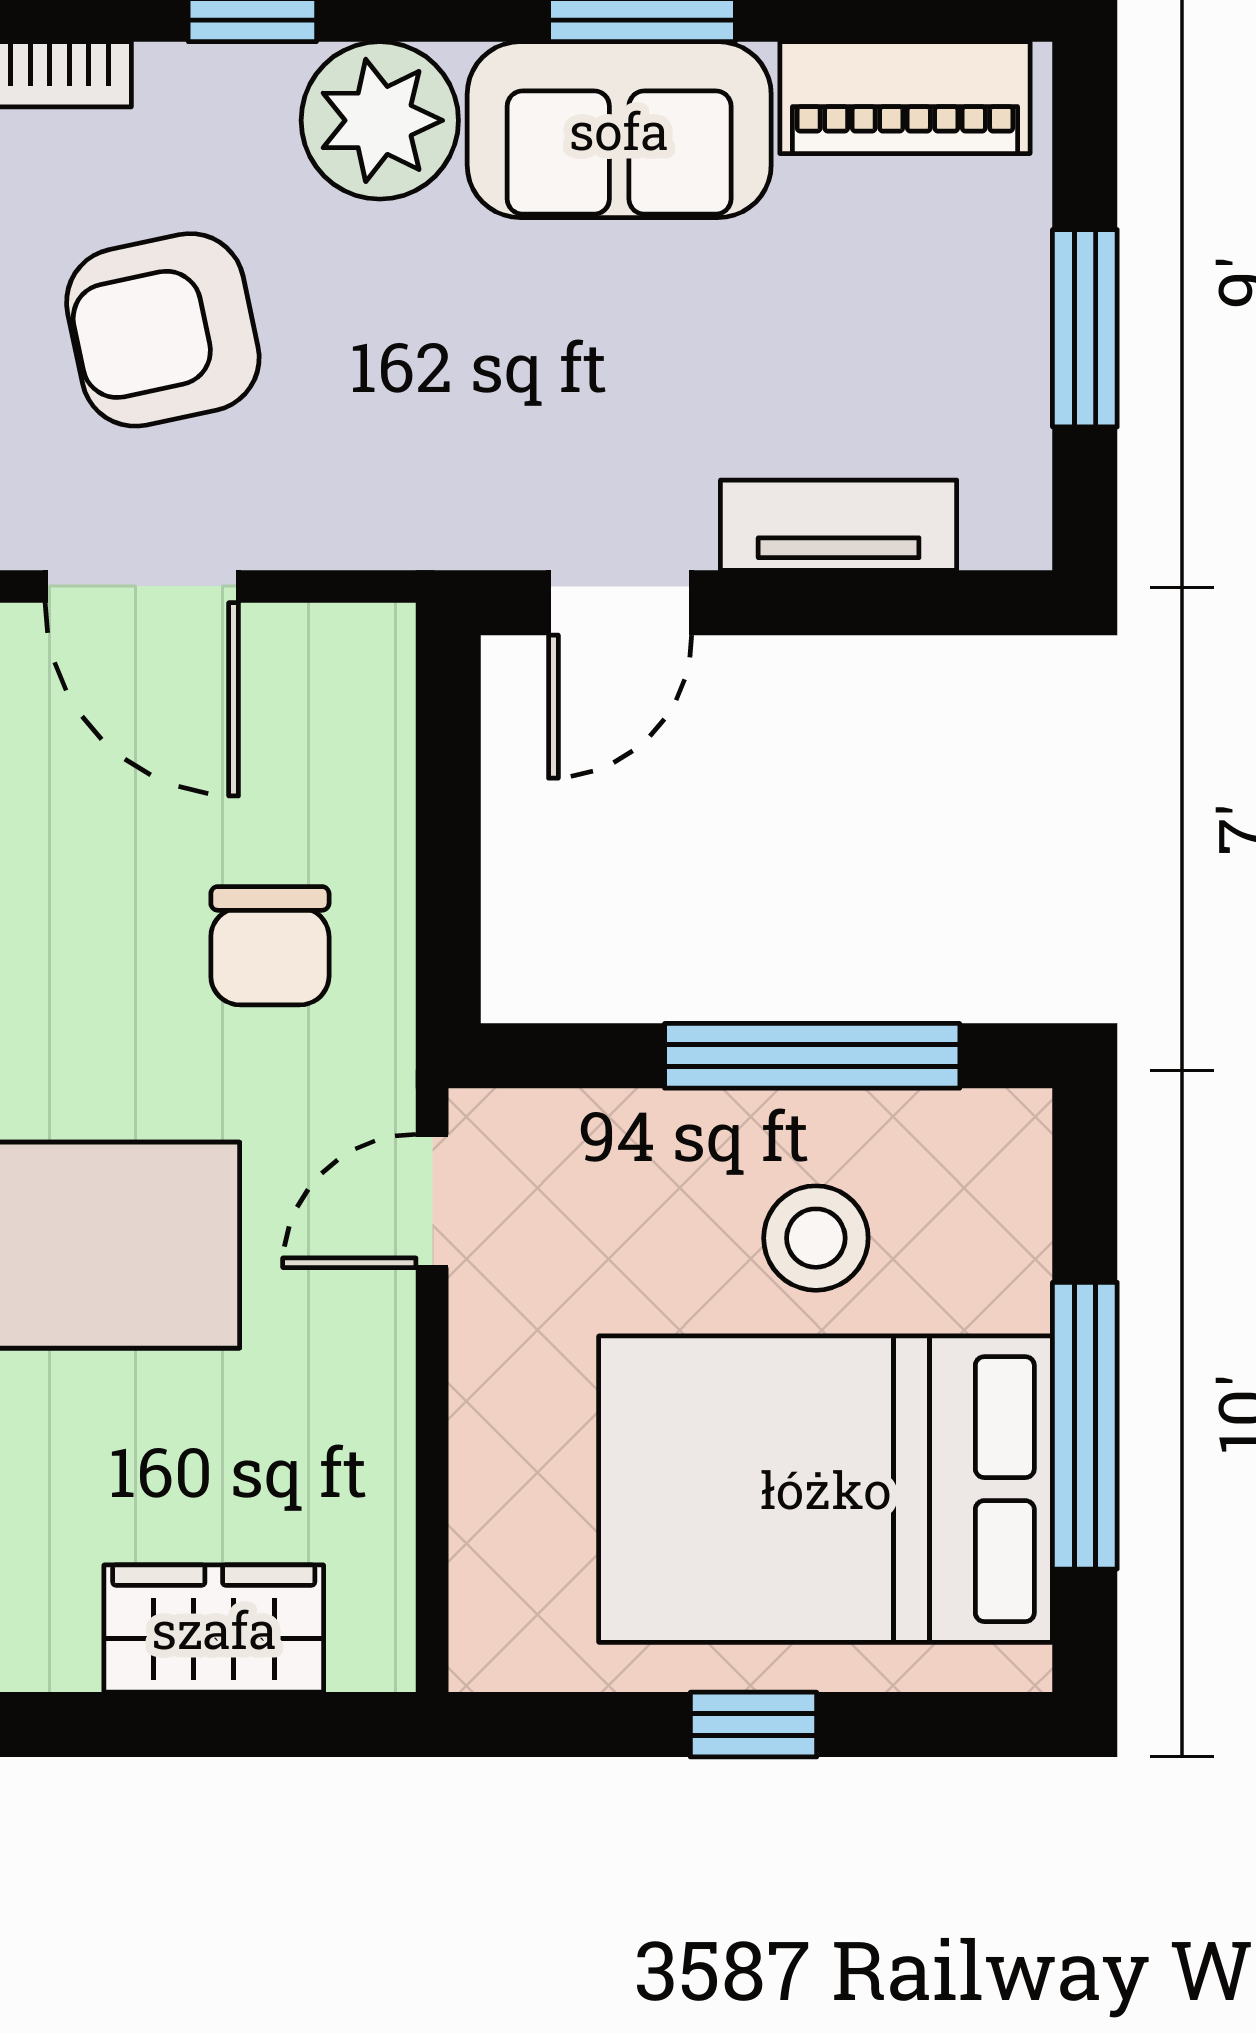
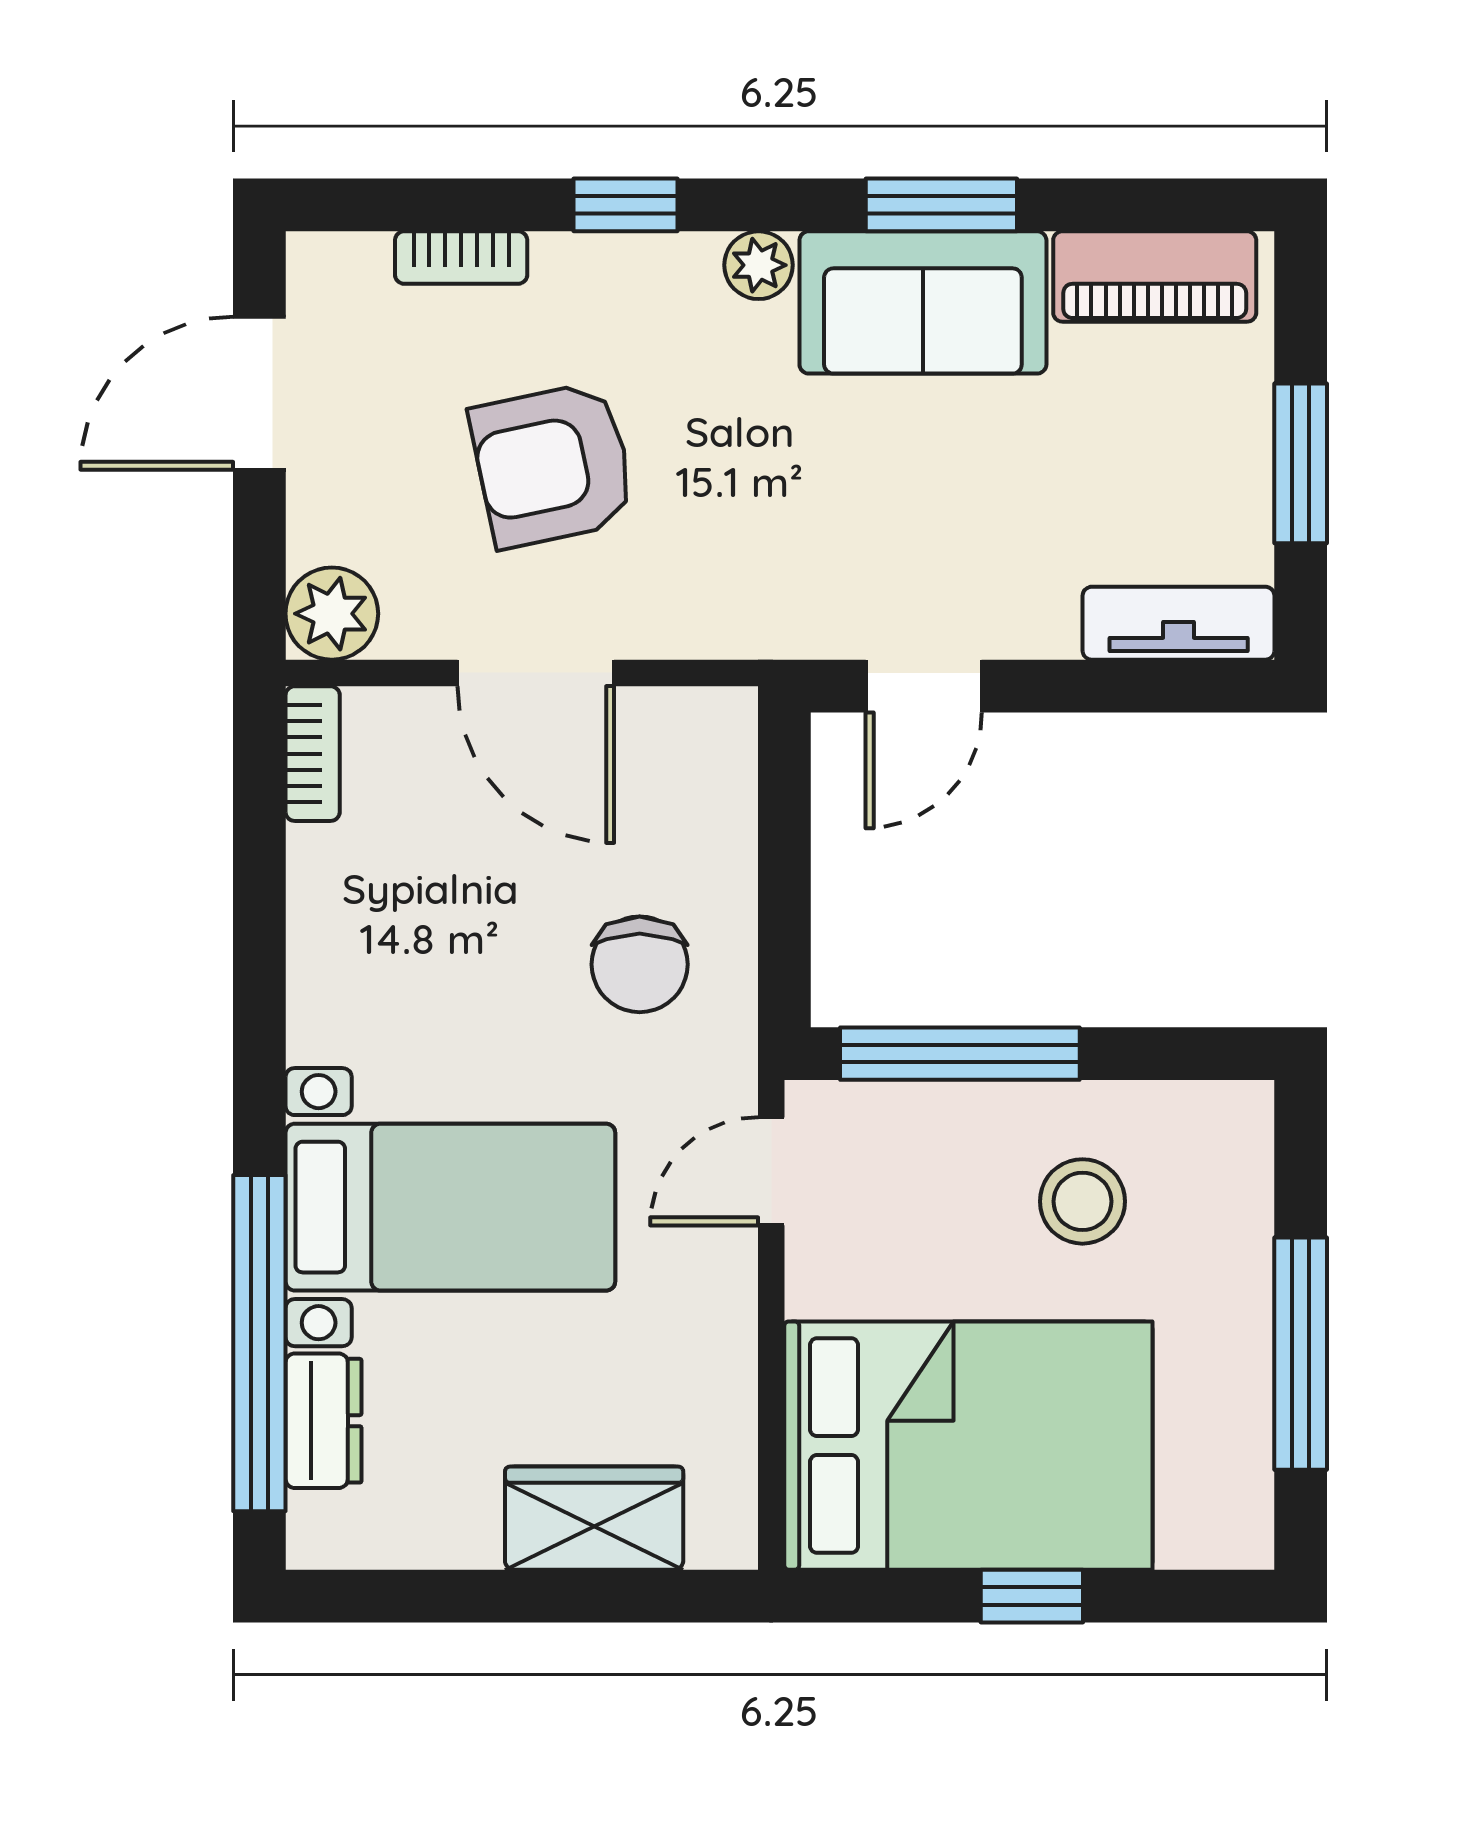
plant: (380, 120) -> (759, 265), width x0.53, depth x0.53
tv unit: (839, 525) -> (1179, 623), moved
window: (812, 1056) -> (960, 1054), moved
bed: (826, 1489) -> (968, 1446), moved, turned 180

